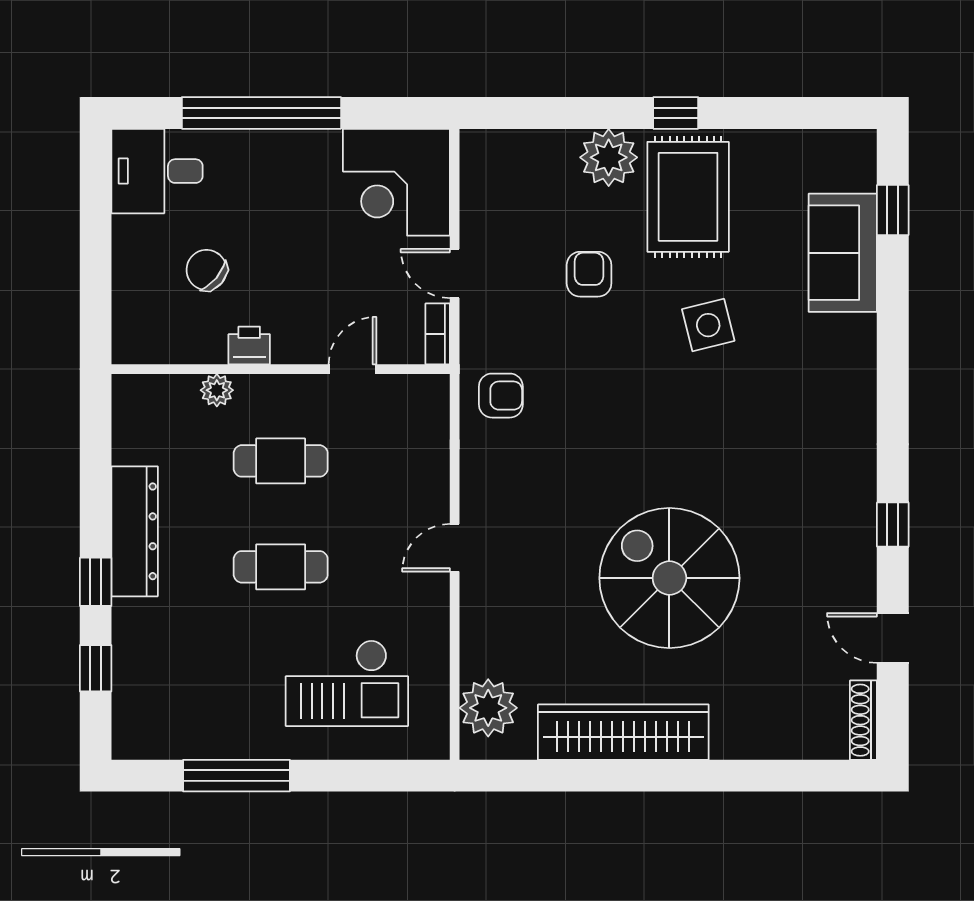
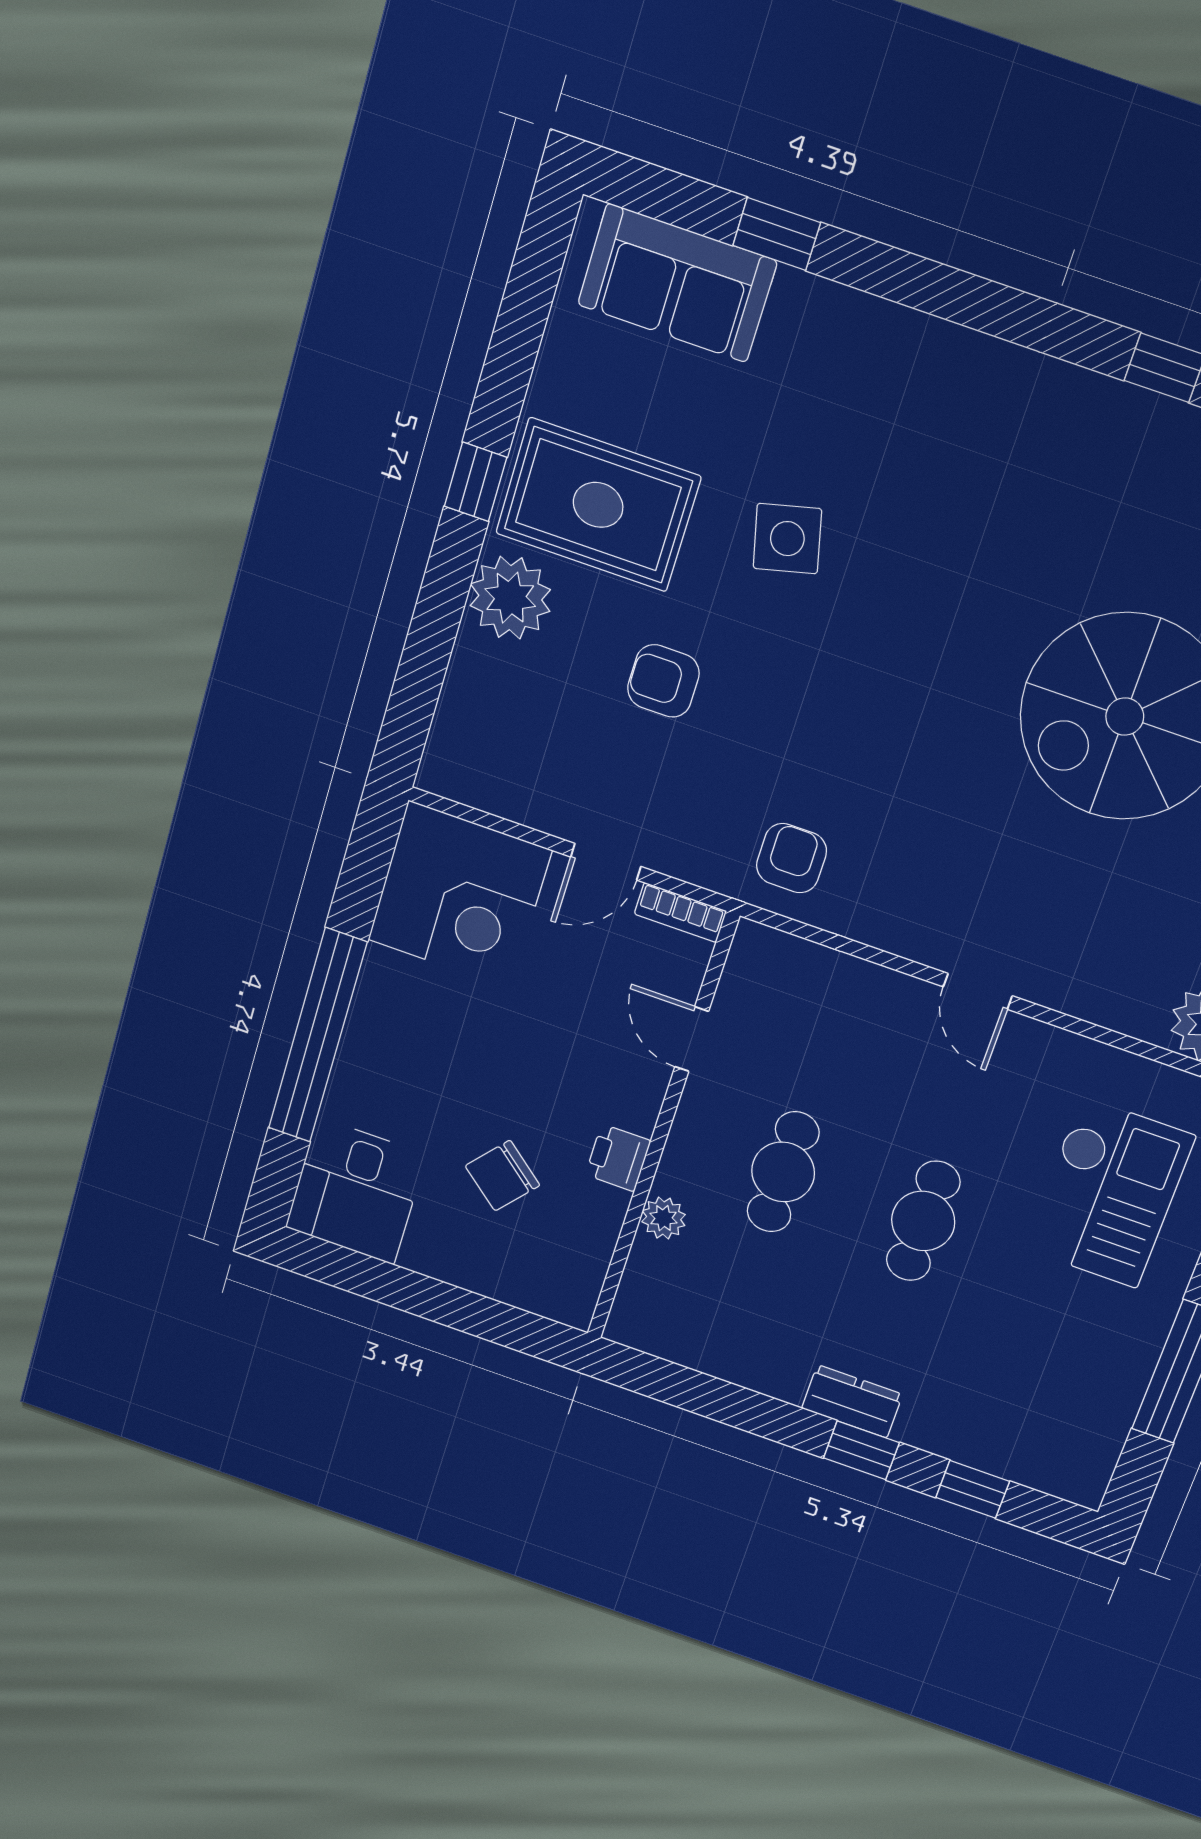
window: (893, 210) -> (777, 234), moved
sofa: (843, 253) -> (677, 283), moved
dresser: (135, 531) -> (852, 1401), width x0.51, depth x0.80

